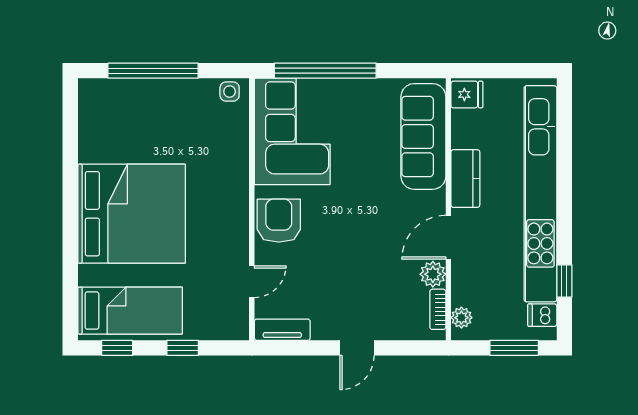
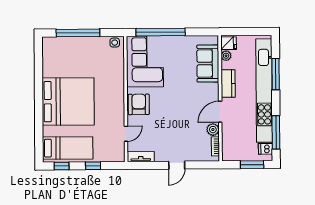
sofa: (423, 136) -> (208, 63), width x0.73
window: (564, 160) -> (276, 74), added
window: (564, 281) -> (276, 132), width x2.17
plant: (461, 318) -> (226, 56), moved

